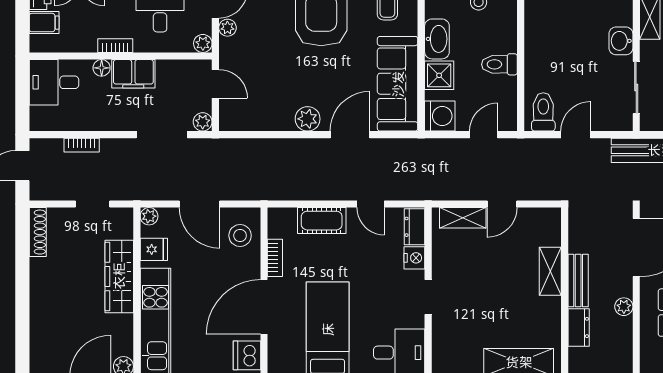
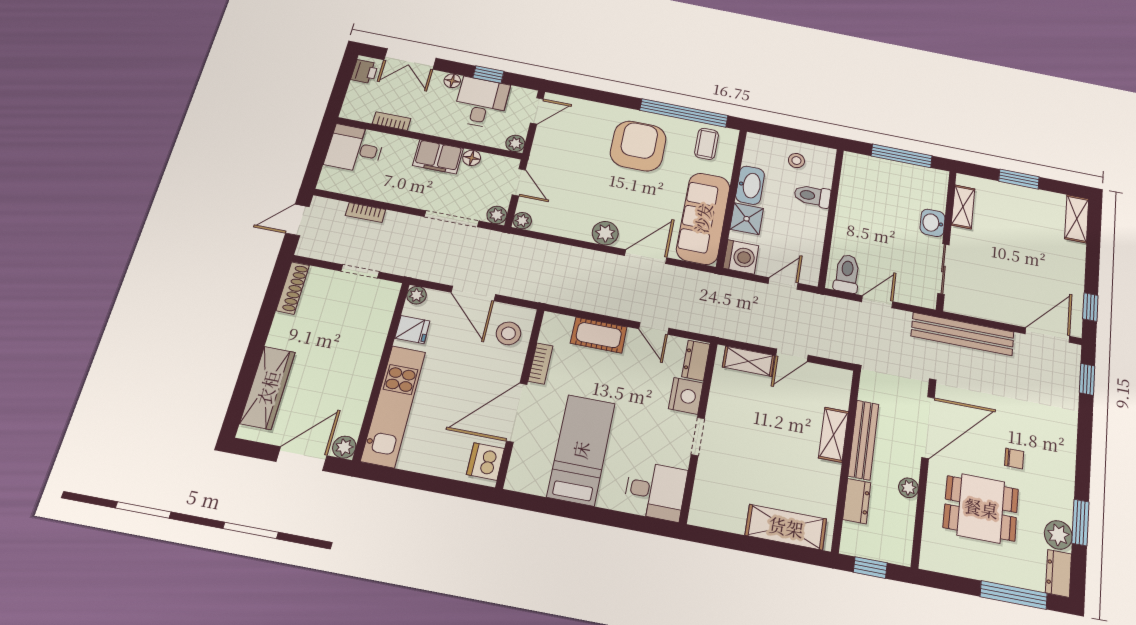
filing cabinet: (44, 23) -> (362, 94), removed
plant: (227, 28) -> (522, 221), moved
bookcase: (115, 46) -> (392, 121), moved
toilet: (499, 64) -> (812, 196), moved
floor lamp: (102, 68) -> (472, 158), moved
nightstand: (414, 258) -> (686, 396), width x1.36, depth x1.33
wardrobe: (119, 276) -> (268, 388), moved, turned 180
bench: (578, 280) -> (863, 440), width x1.36

